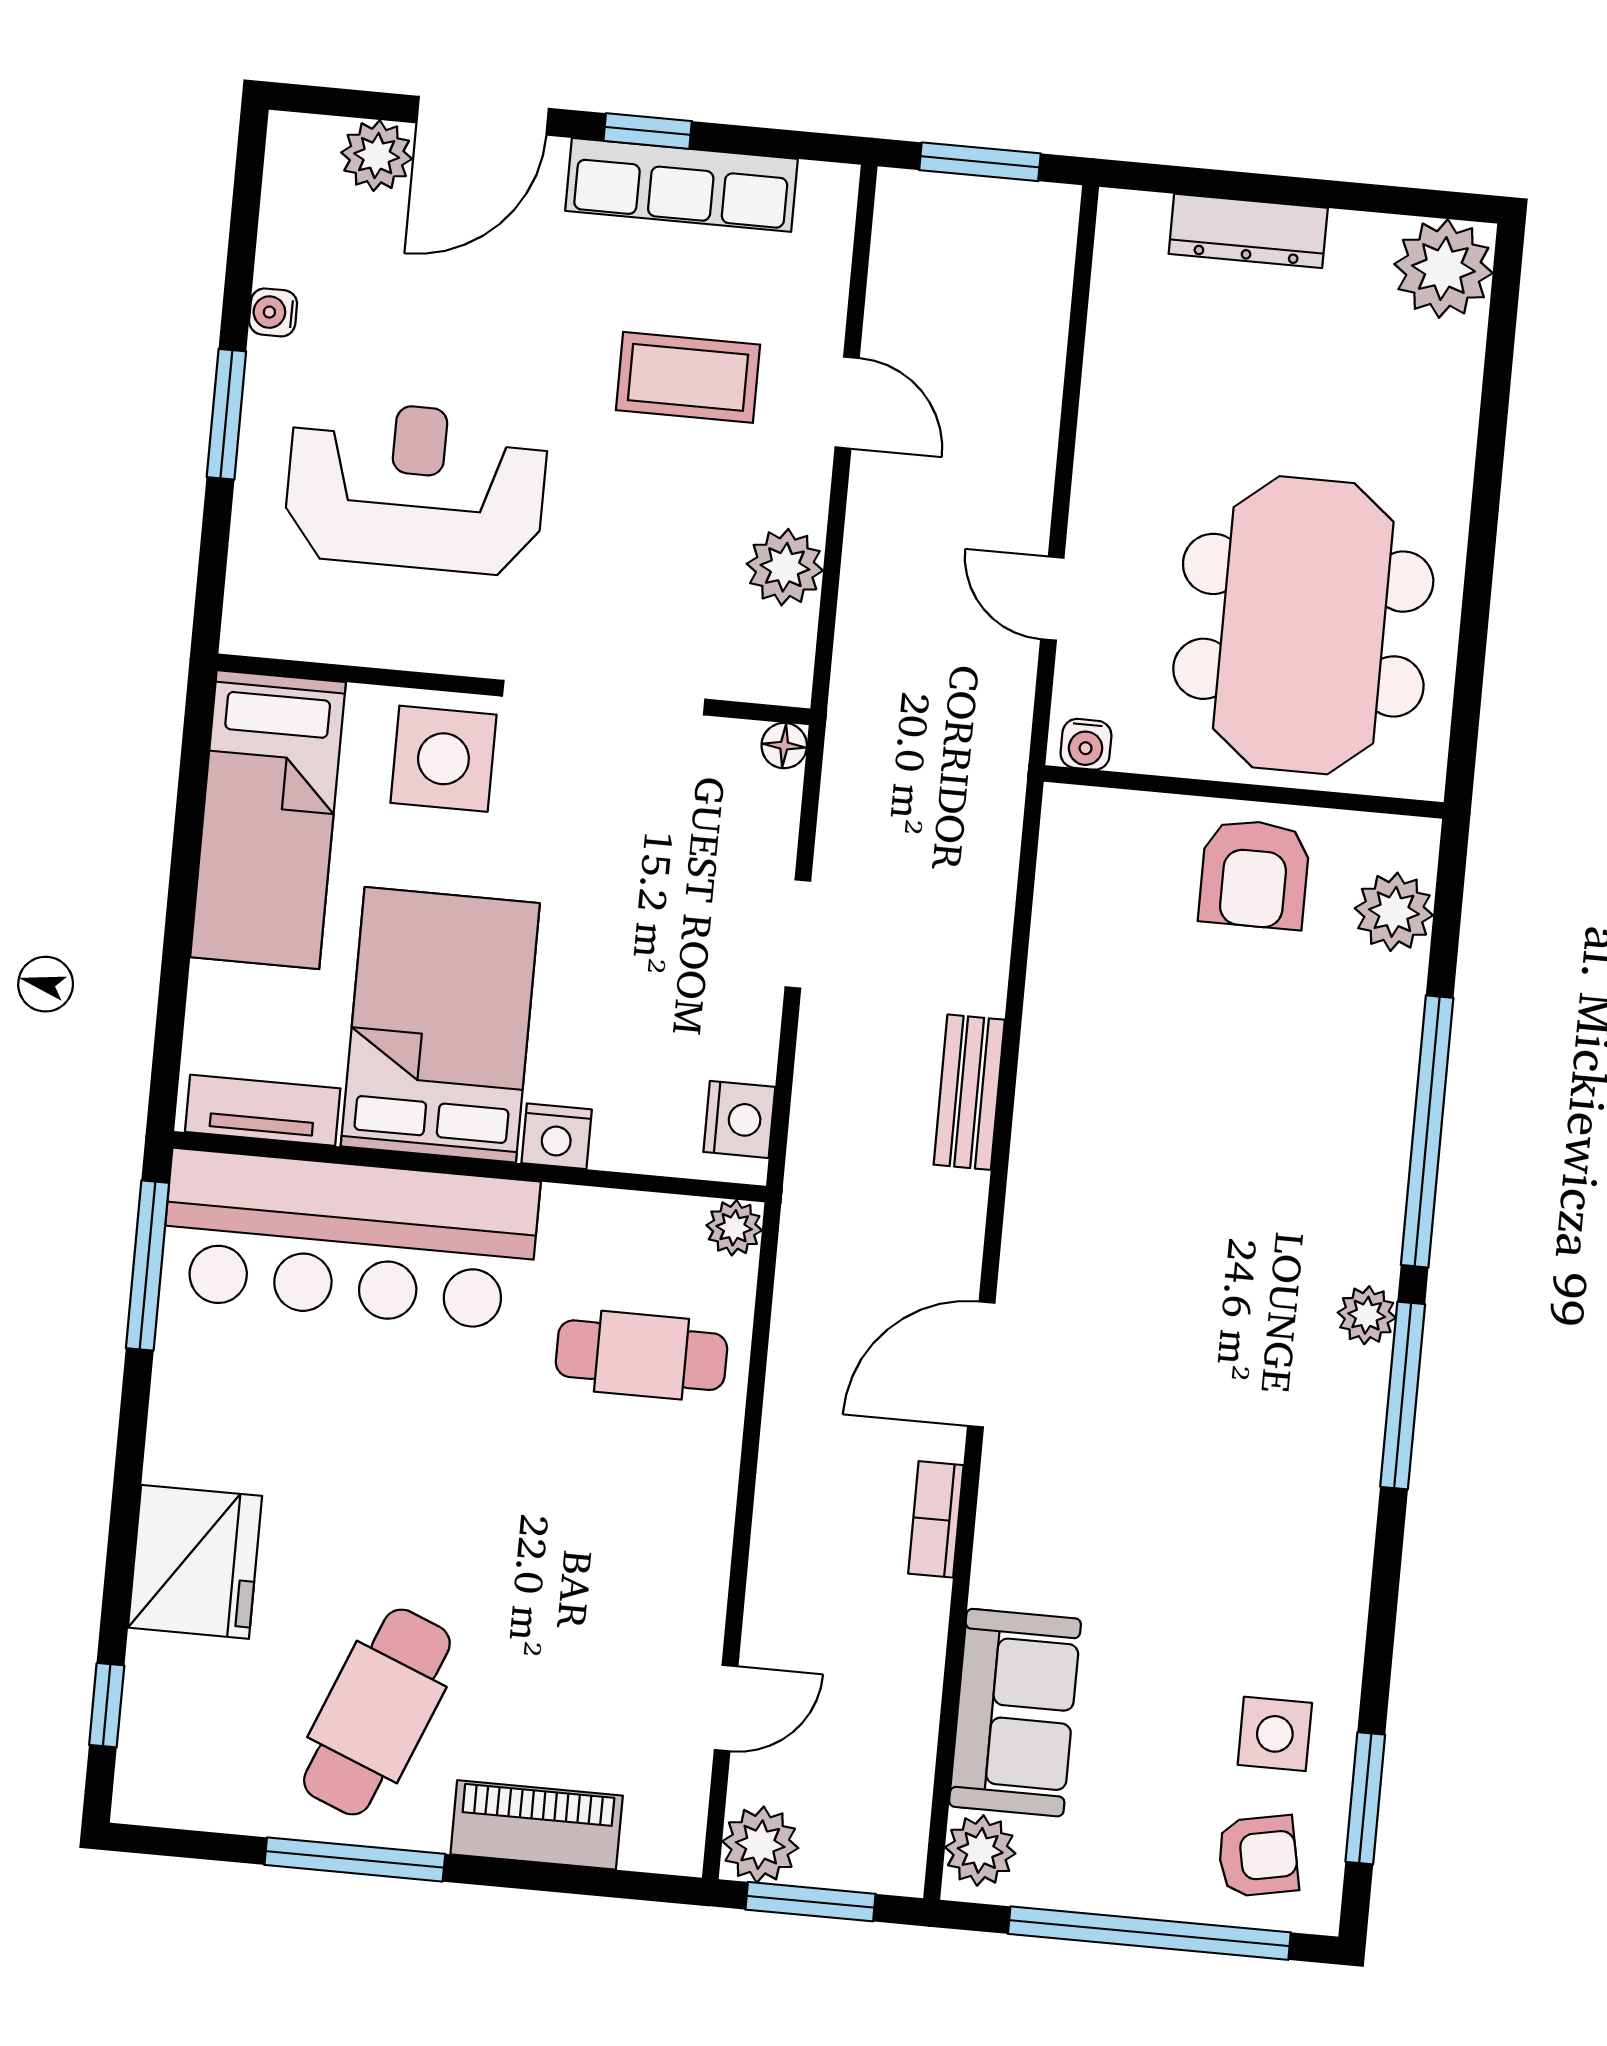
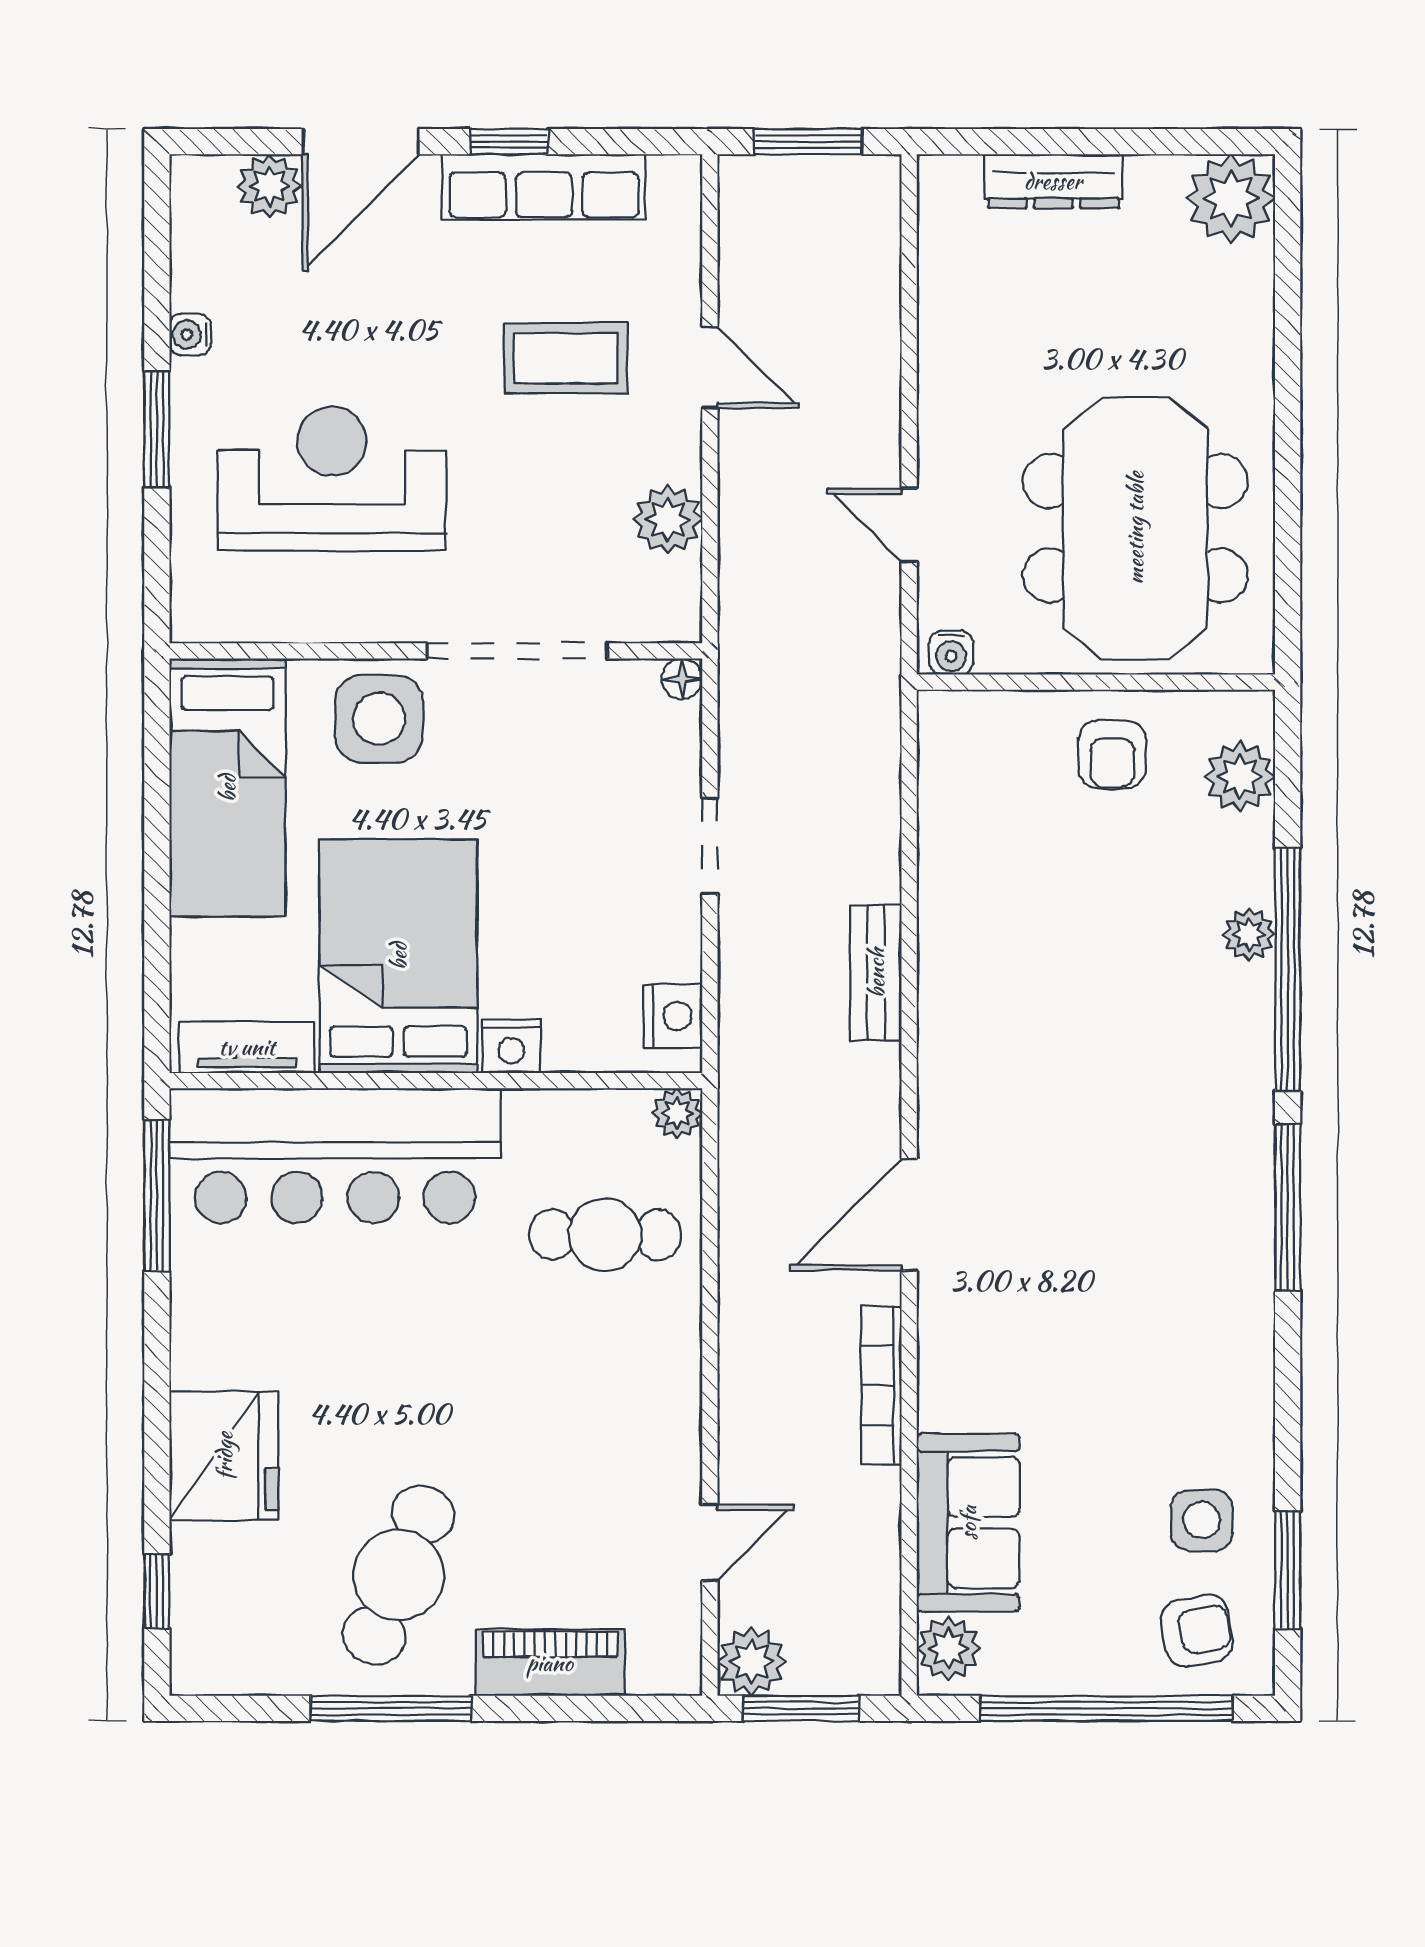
armchair: (1254, 874) -> (1112, 754), width x0.72, depth x0.72
plant: (1367, 1315) -> (1249, 934), moved
bookcase: (936, 1519) -> (881, 1385), width x1.56

